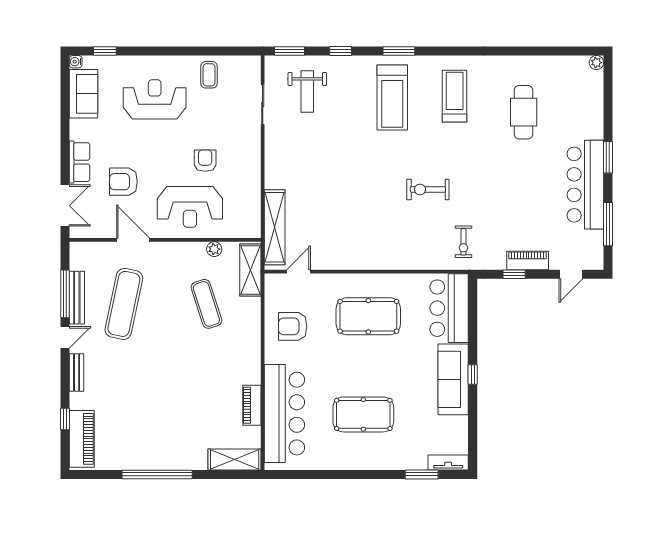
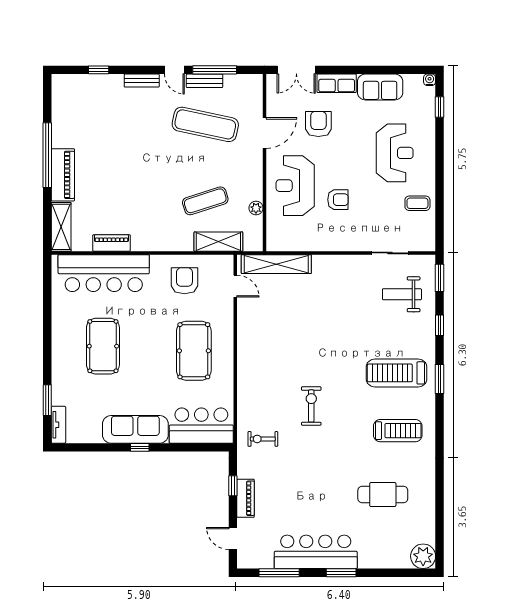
plant: (596, 63) -> (423, 556), width x1.87, depth x1.87
sofa: (83, 94) -> (380, 87), moved
shelving: (250, 270) -> (218, 242), moved
bench: (77, 298) -> (205, 81), width x0.73
piano: (82, 439) -> (63, 175), moved, turned -90

